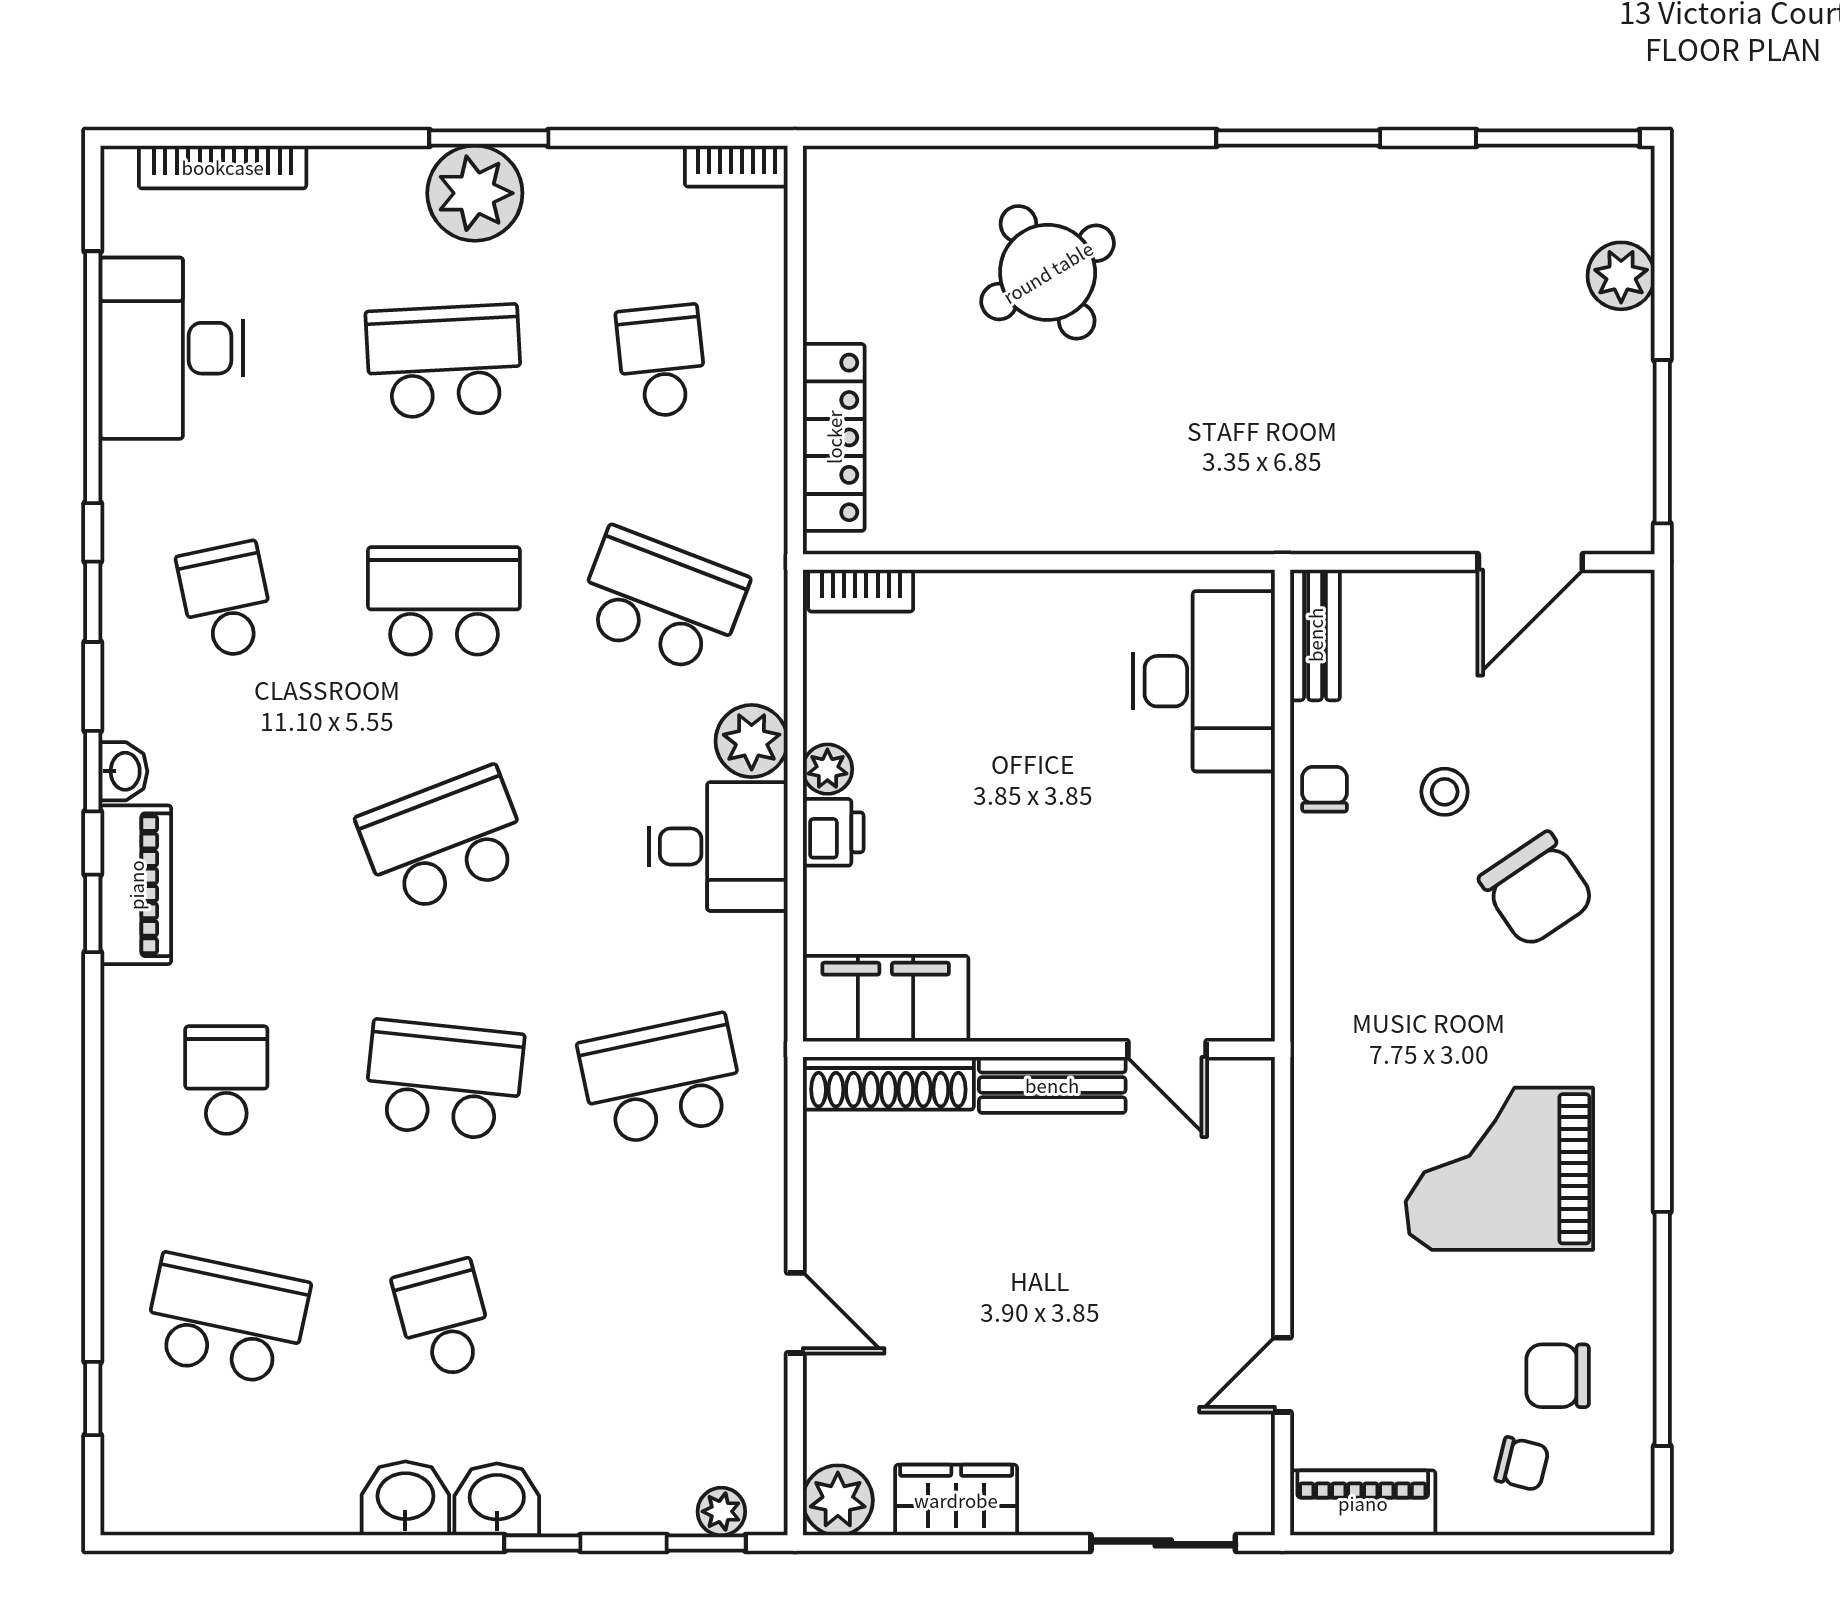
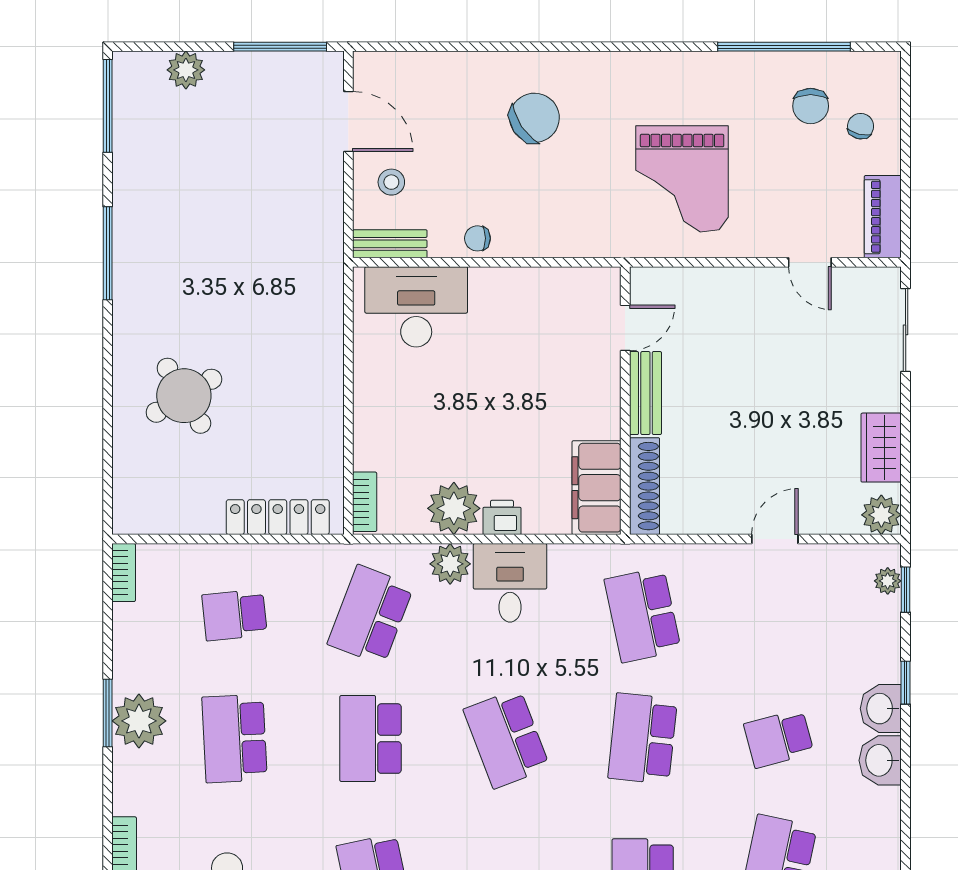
plant: (827, 769) -> (454, 508), width x1.87, depth x1.87
stool: (1445, 792) -> (391, 182), moved
grand piano: (1499, 1169) -> (682, 179), moved

